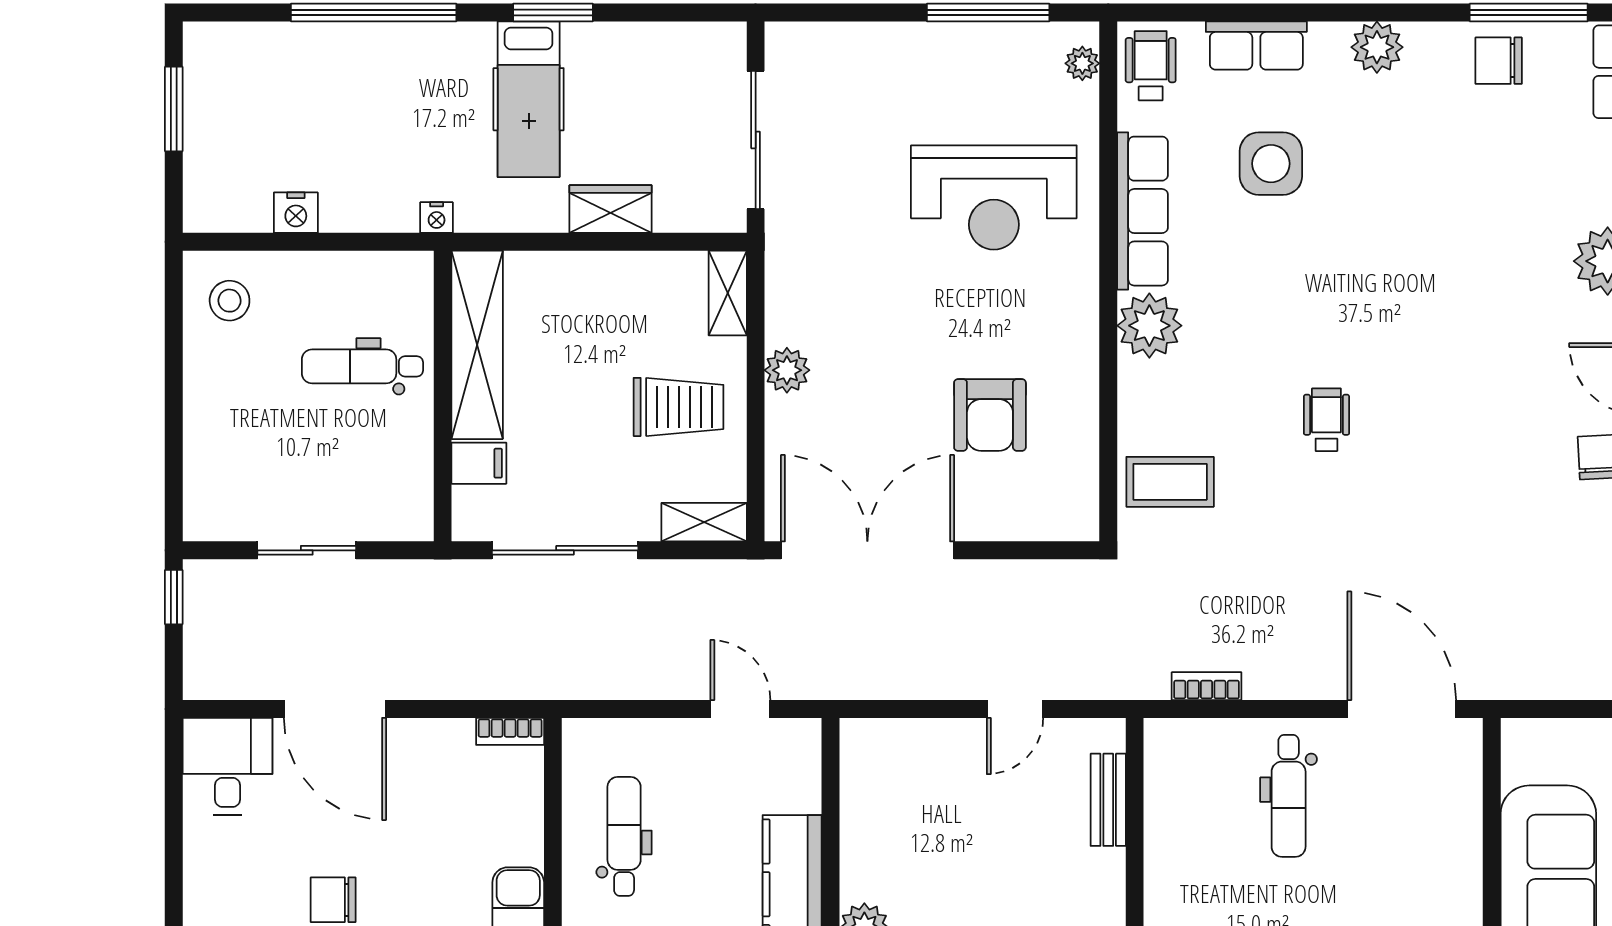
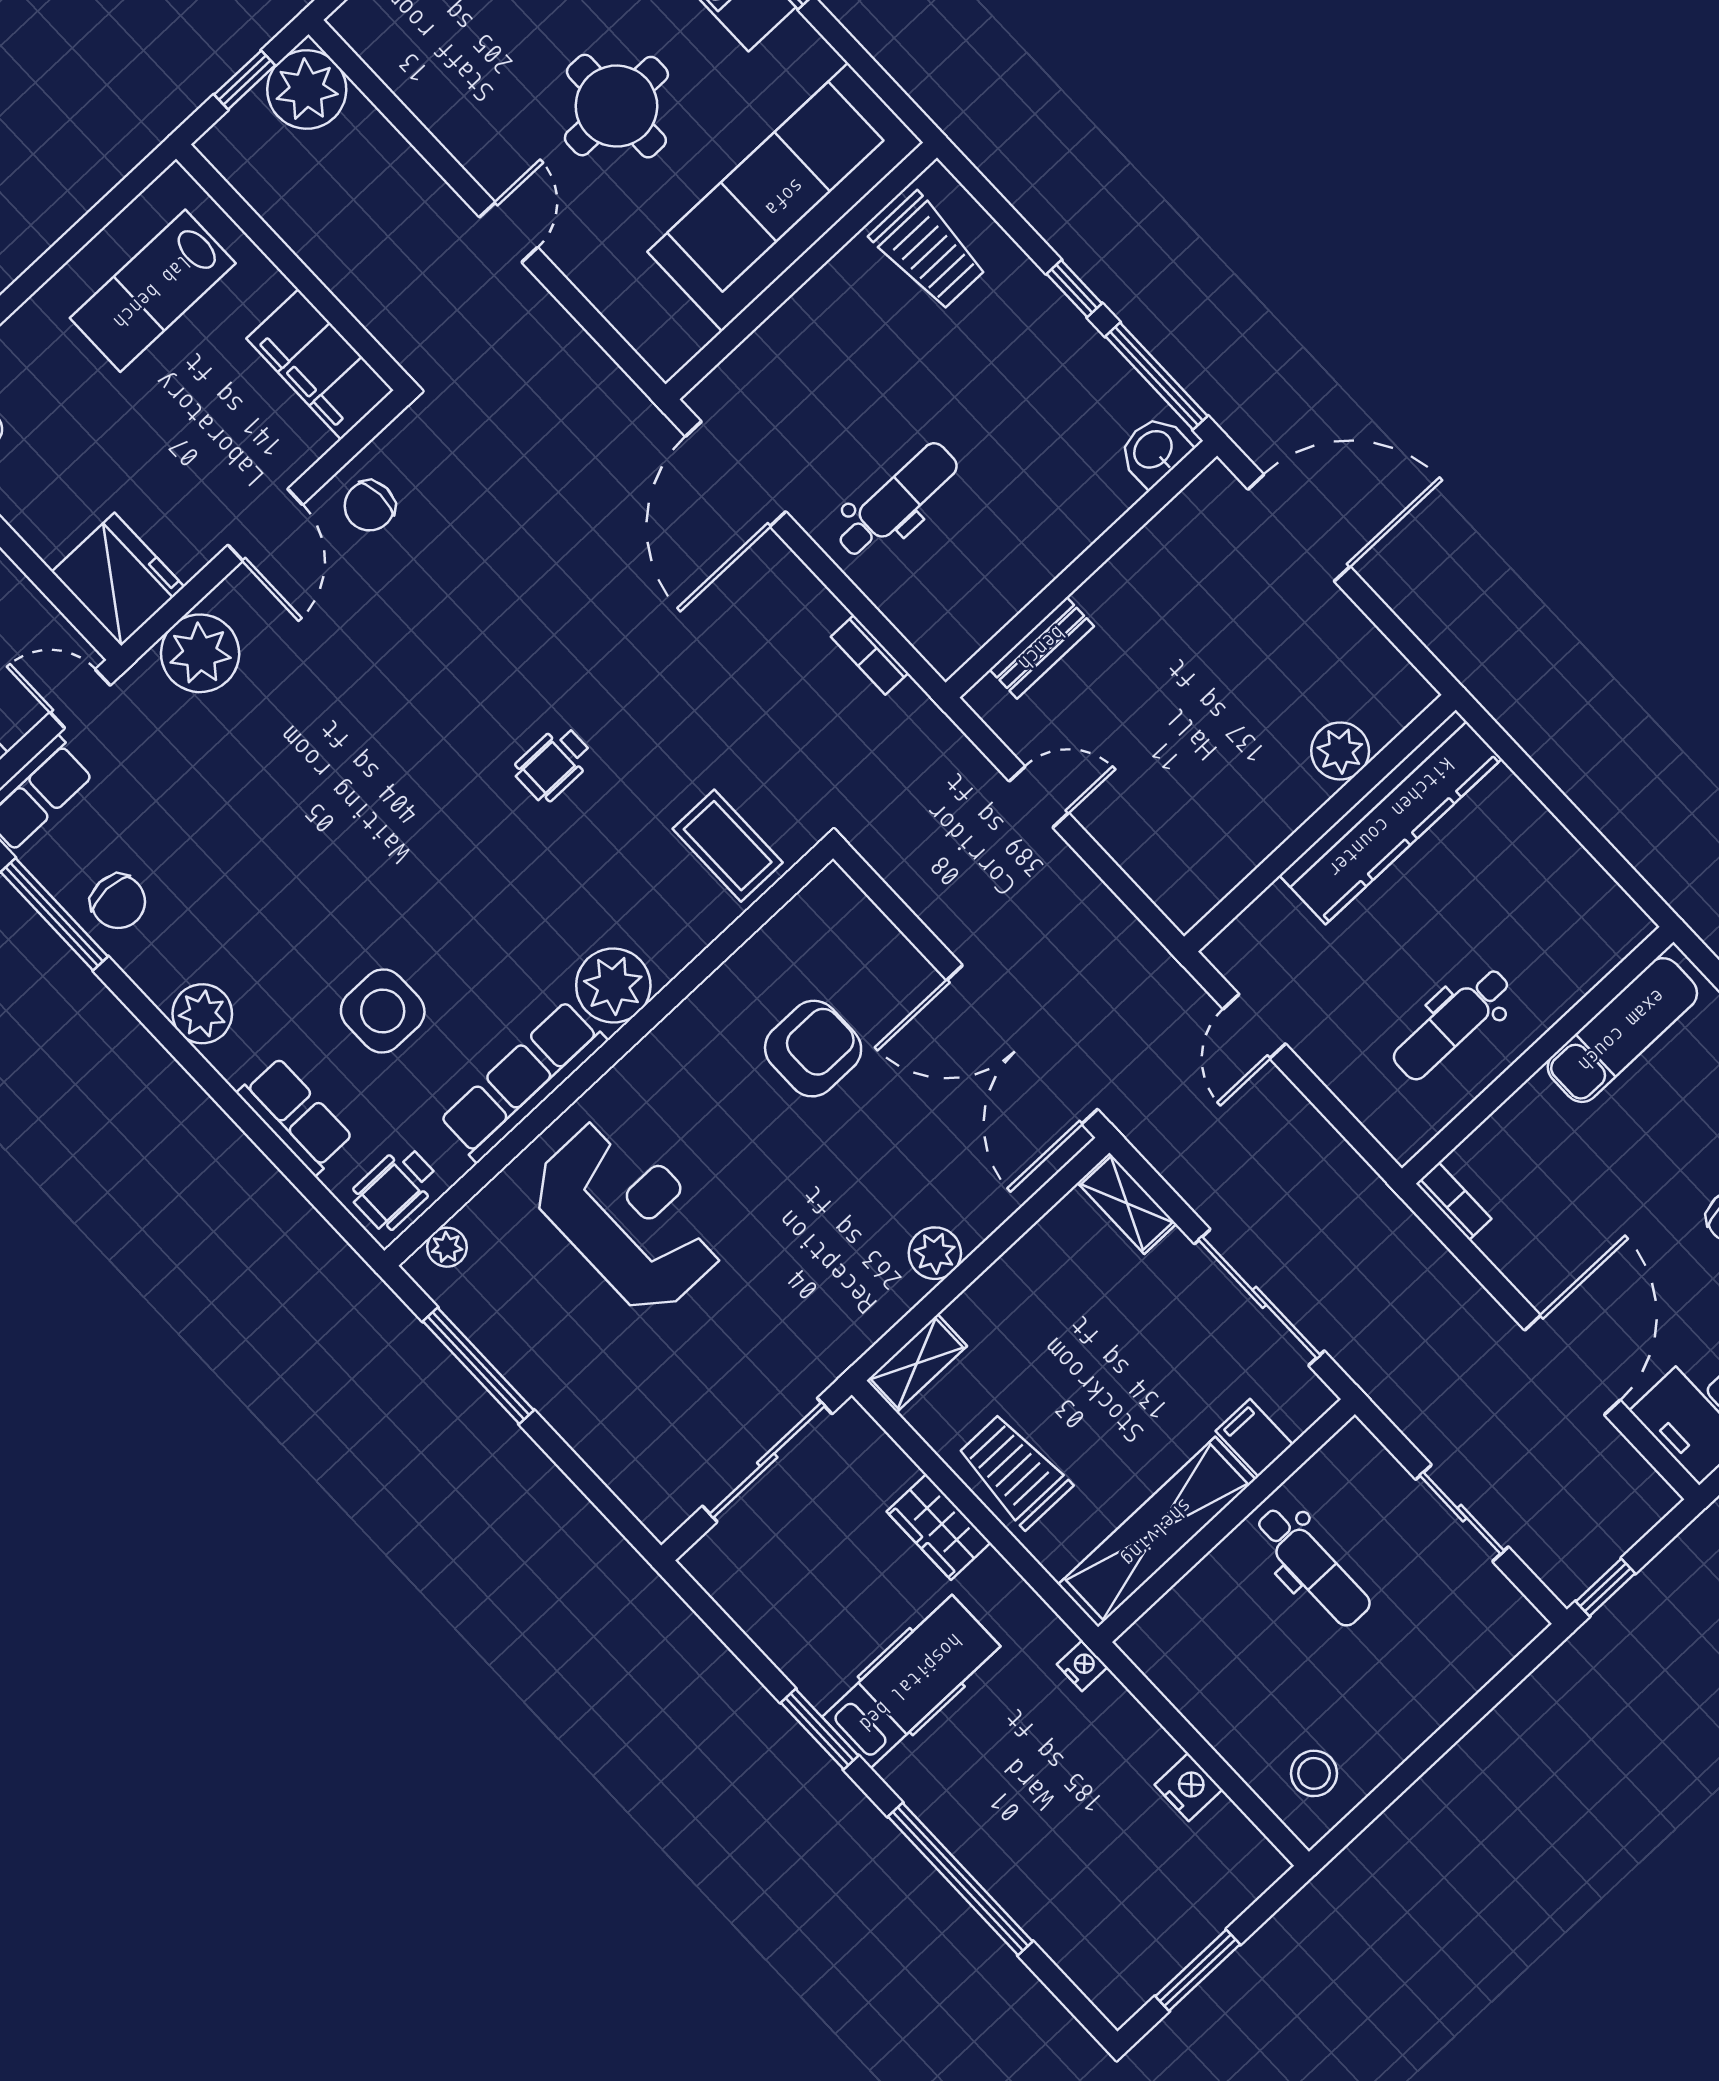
dental chair: (362, 366) -> (1313, 1566), moved
trolley: (679, 407) -> (1014, 1471), moved

